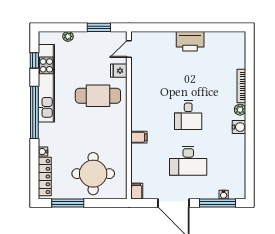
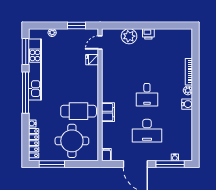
plant: (166, 41) -> (129, 36), added
printer: (190, 41) -> (148, 34), width x0.53, depth x0.68
window: (34, 60) -> (26, 52), width x2.17
cafe table: (98, 96) -> (79, 111), moved
filing cabinet: (139, 137) -> (108, 112), width x2.00

